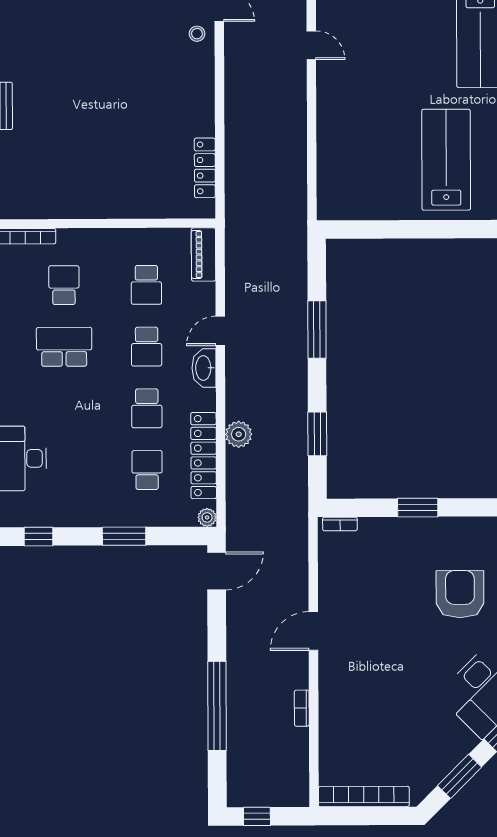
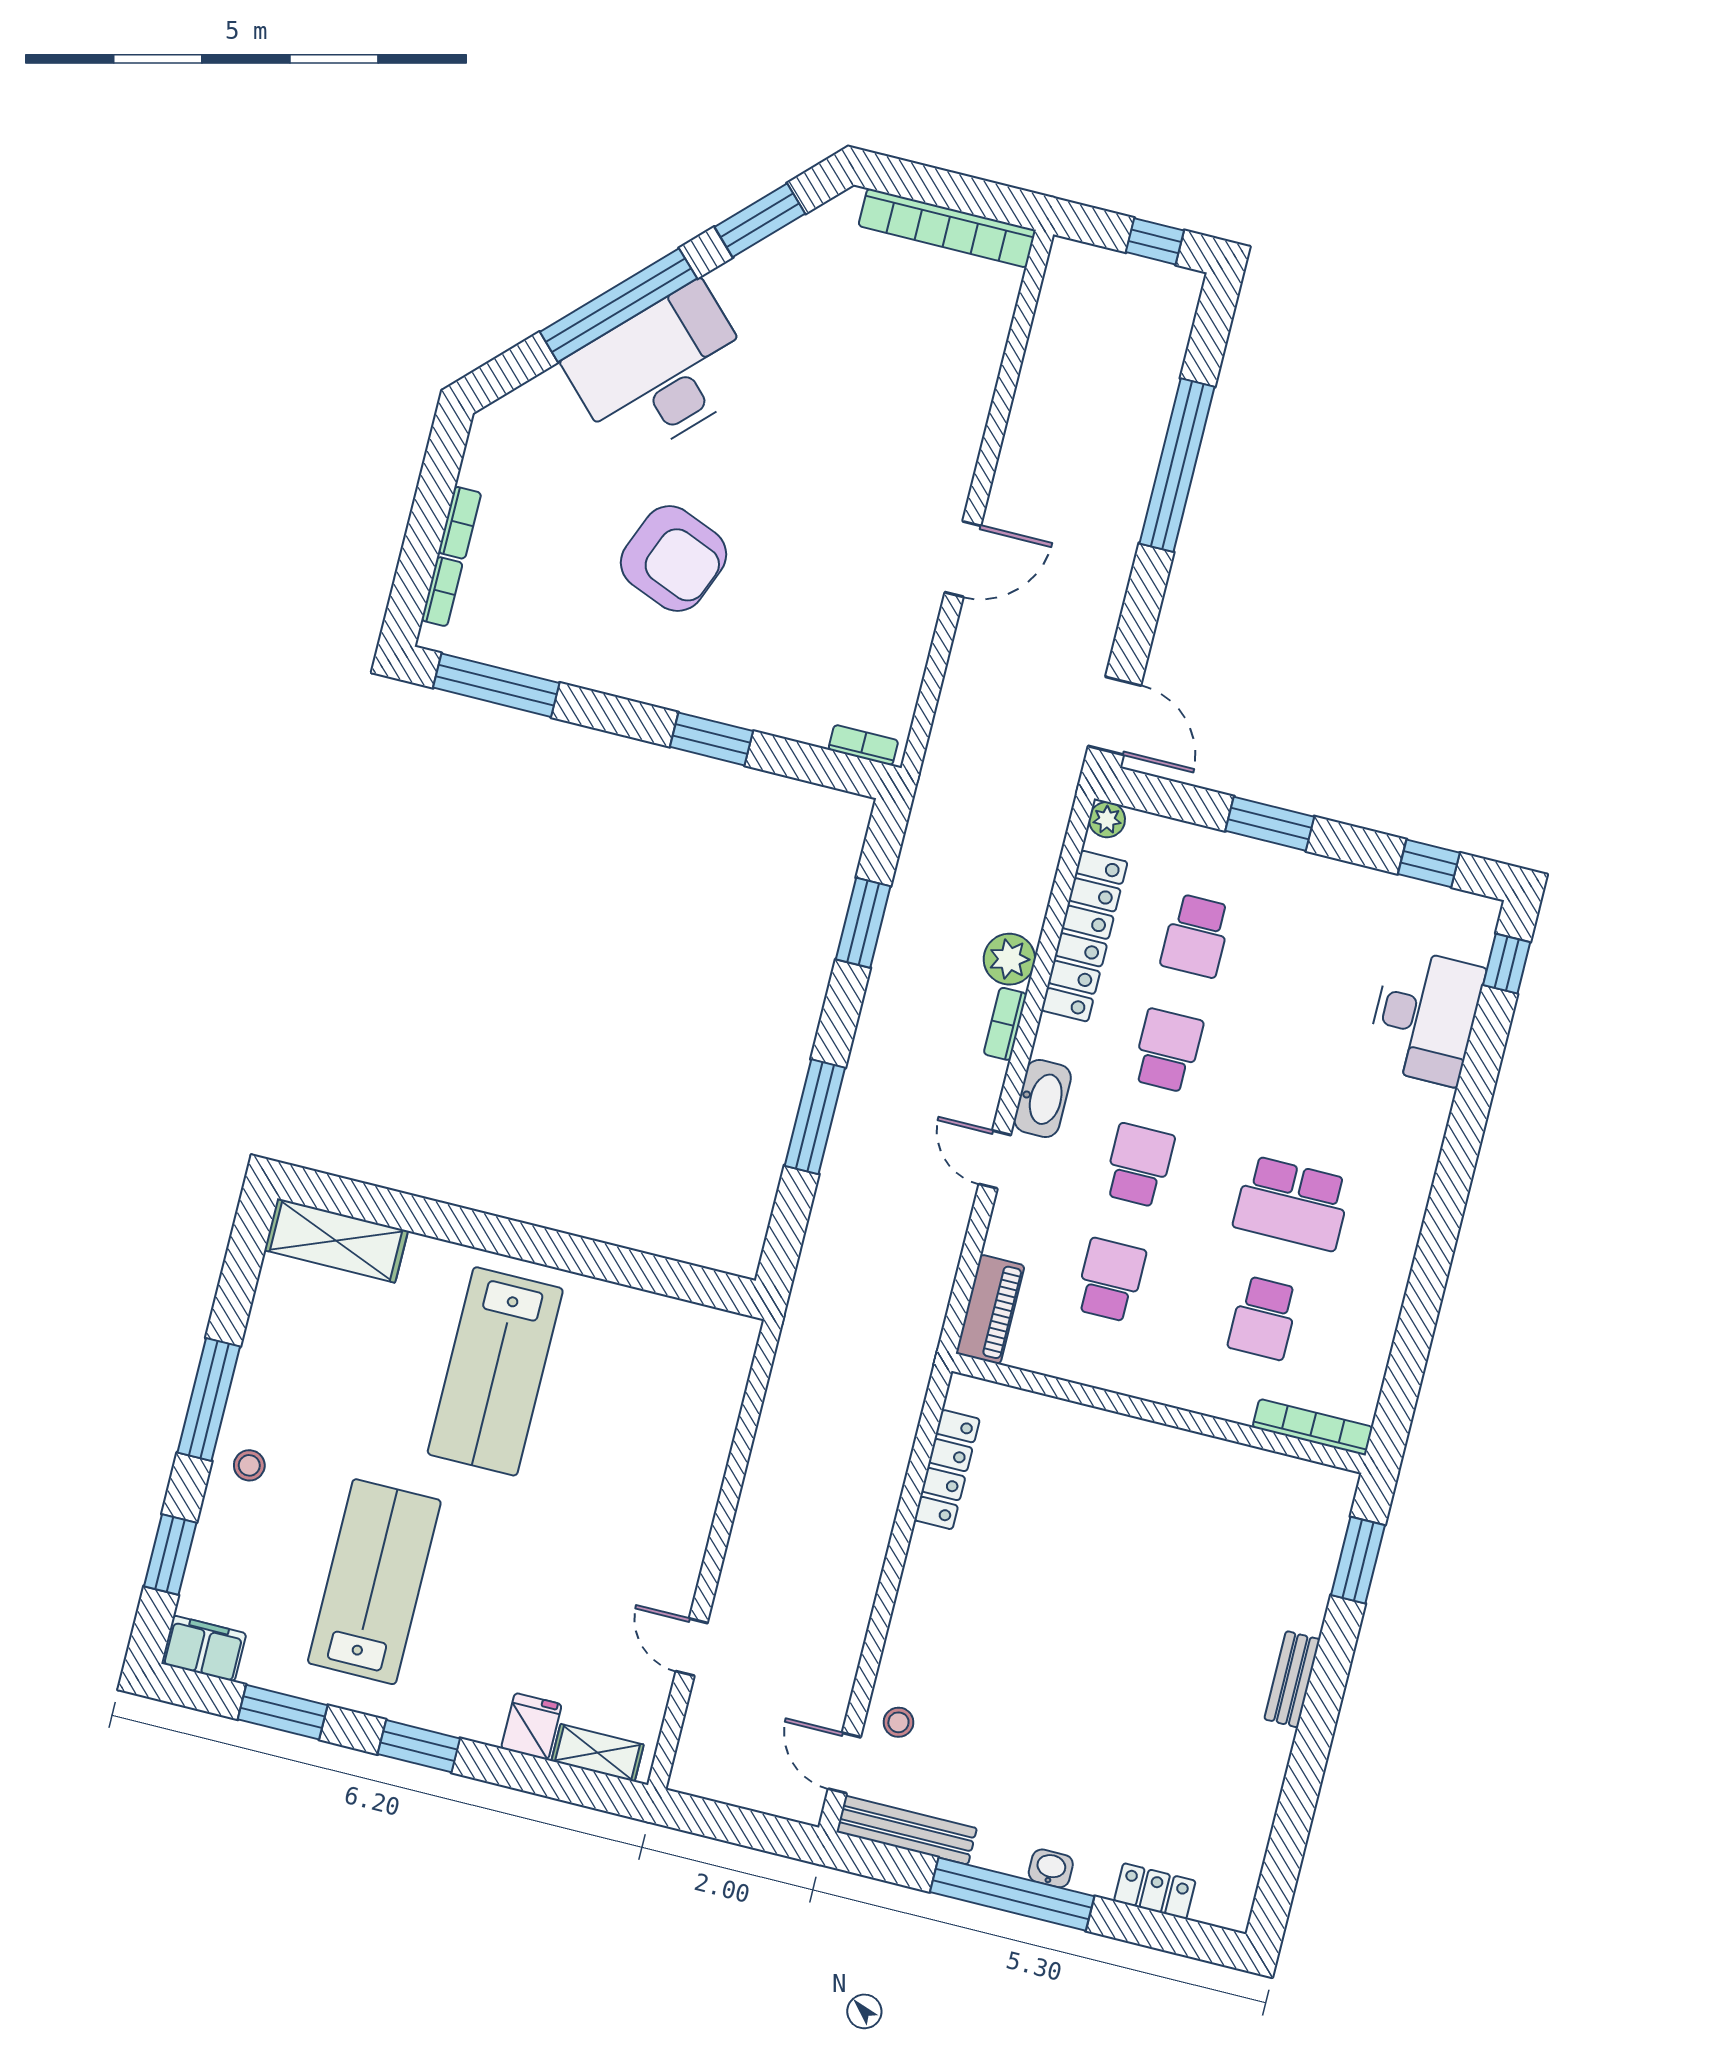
door: (220, 331) -> (995, 1160), swing flipped
door: (217, 571) -> (1115, 716), swing flipped
armchair: (460, 594) -> (674, 558), turned -68
bookcase: (302, 708) -> (1005, 1024), moved, turned 180

